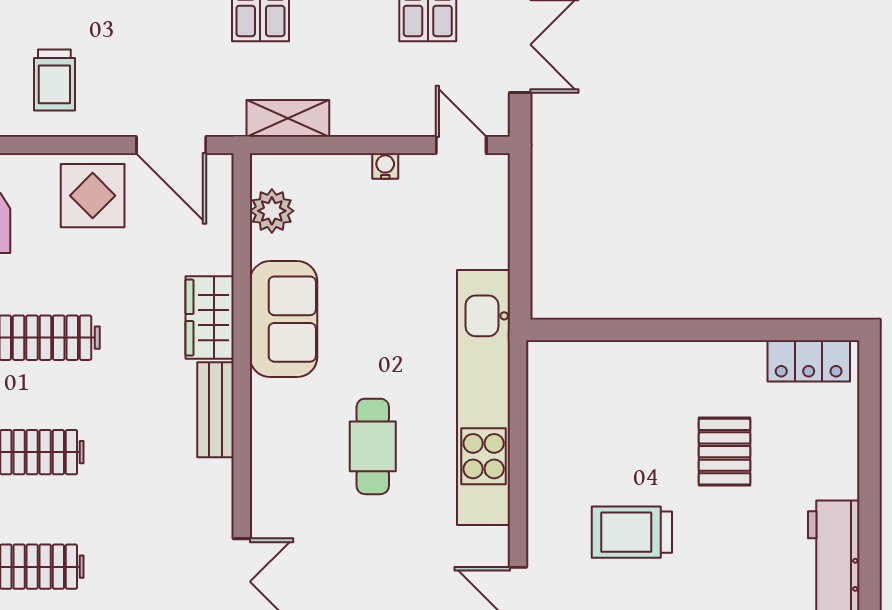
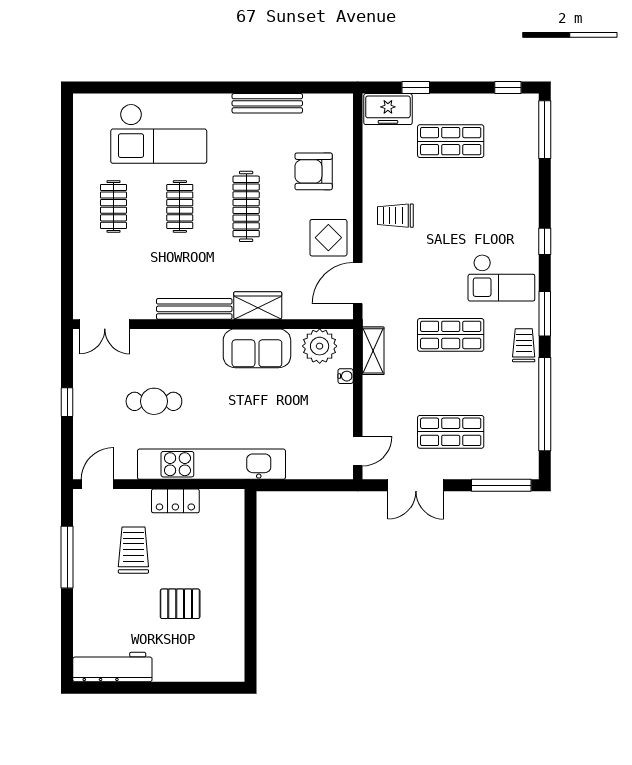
water cooler: (385, 166) -> (346, 376), moved
plant: (272, 211) -> (320, 346), width x1.36, depth x1.36
locker: (809, 361) -> (175, 501), moved, turned -90
bench: (216, 410) -> (194, 309), width x1.36
cafe table: (373, 446) -> (154, 401), moved

